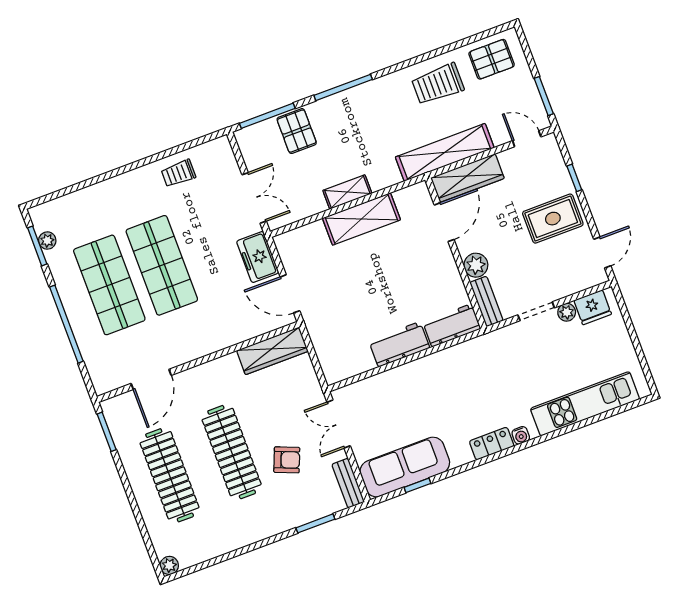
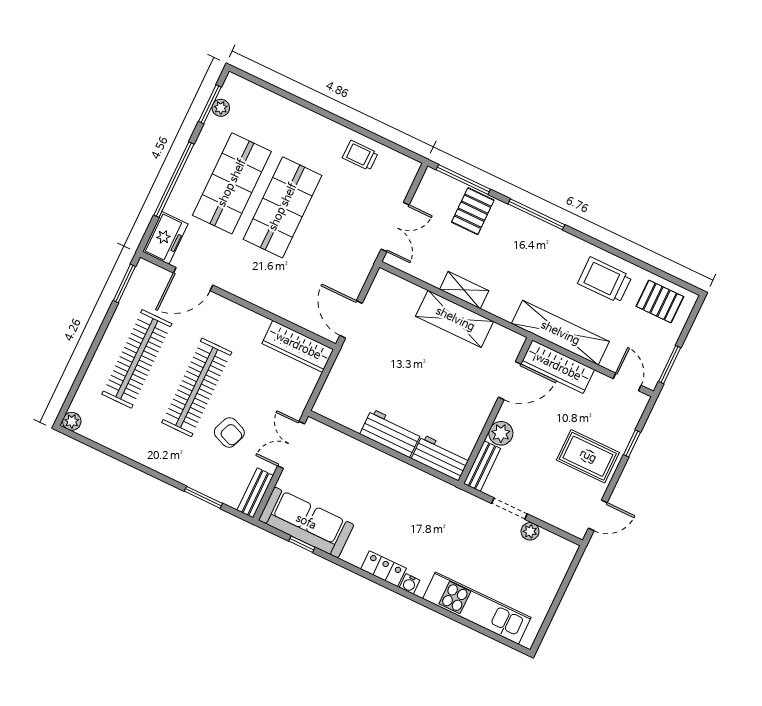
freezer: (258, 257) -> (165, 238), moved, turned 180
fridge: (593, 307) -> (552, 547), removed

